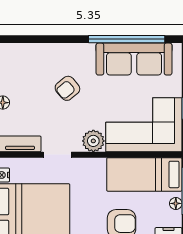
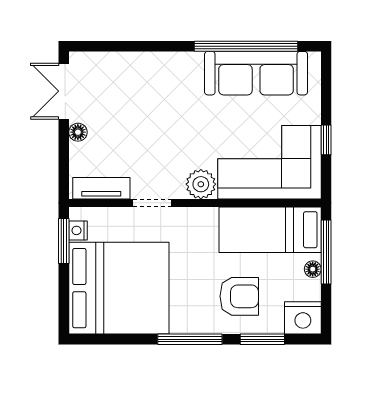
armchair: (67, 88) -> (166, 113), removed

